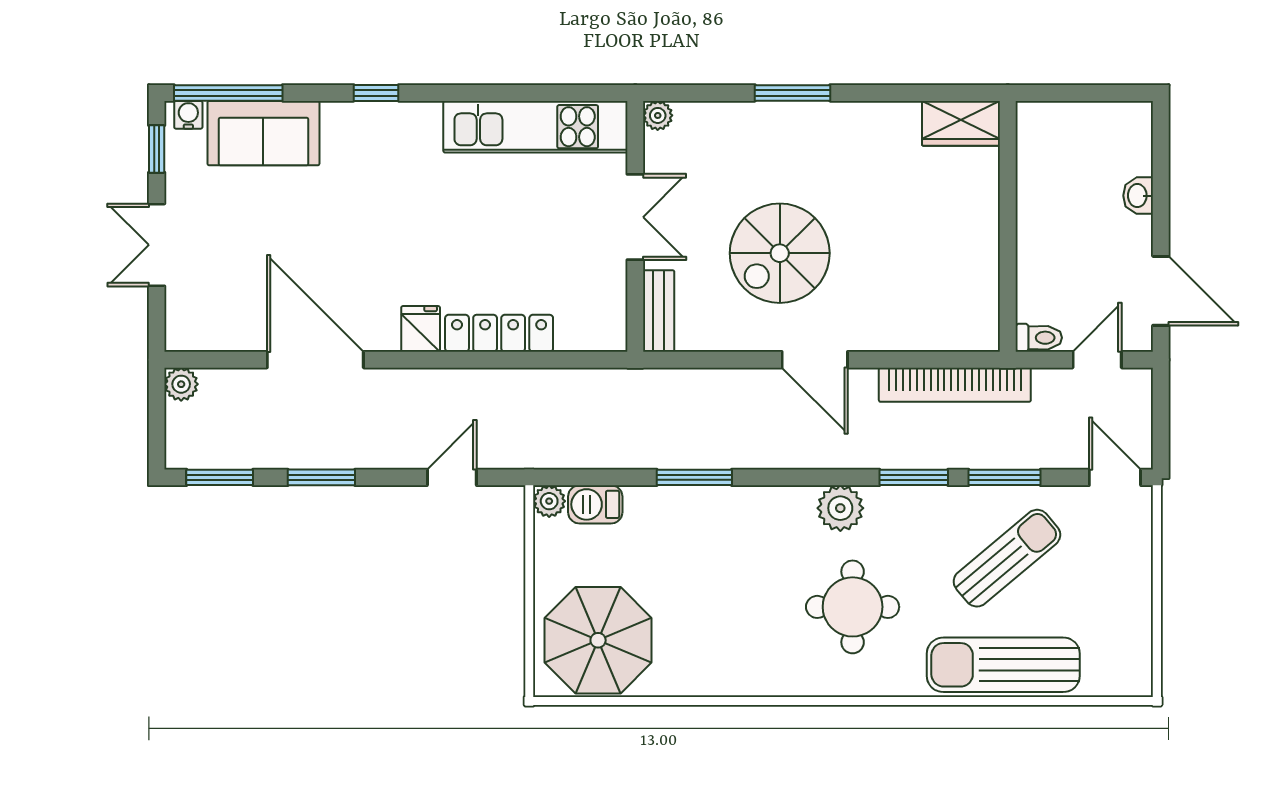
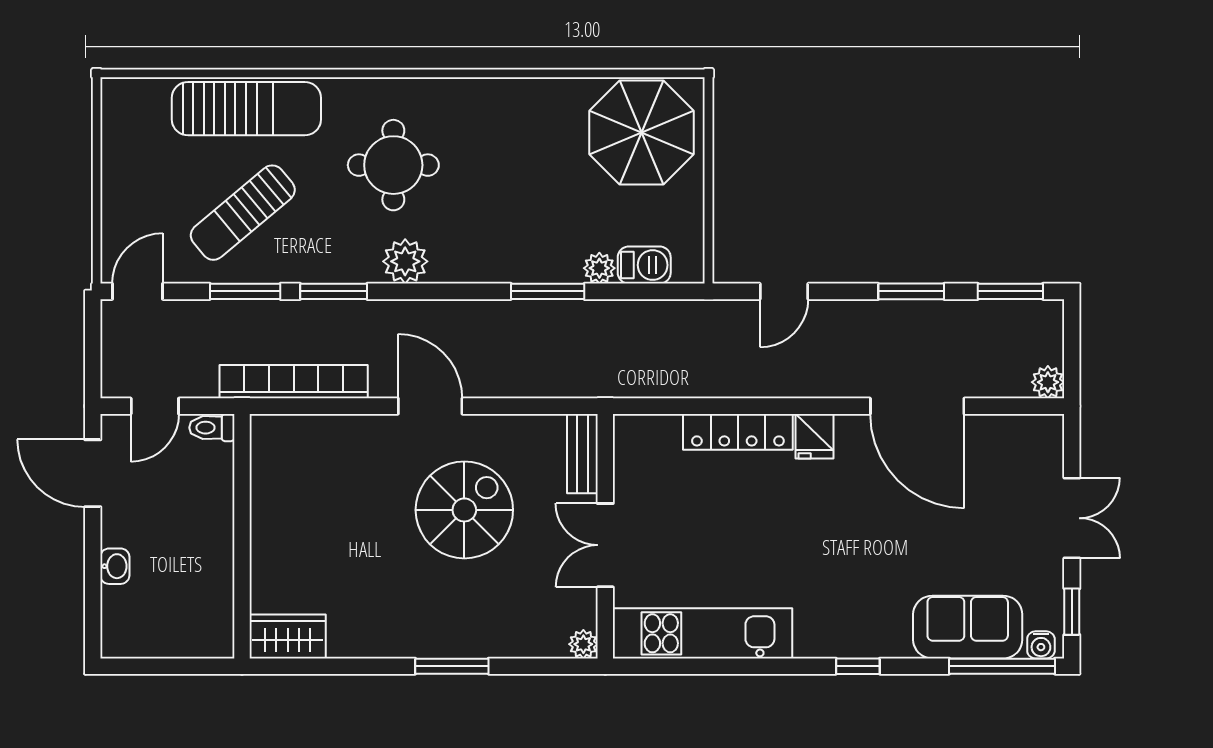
door: (1115, 477) -> (138, 291), swing flipped
plant: (549, 501) -> (599, 268), moved

